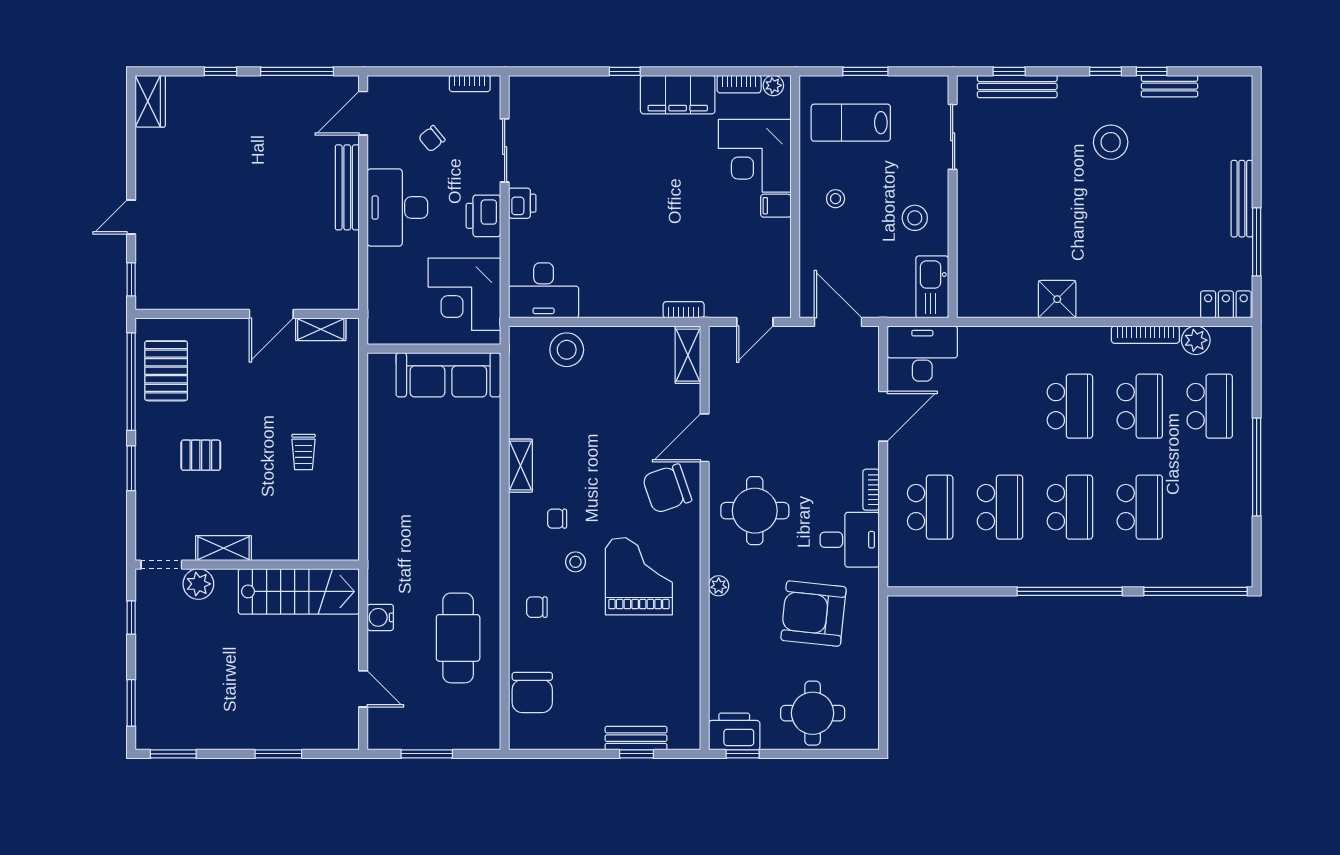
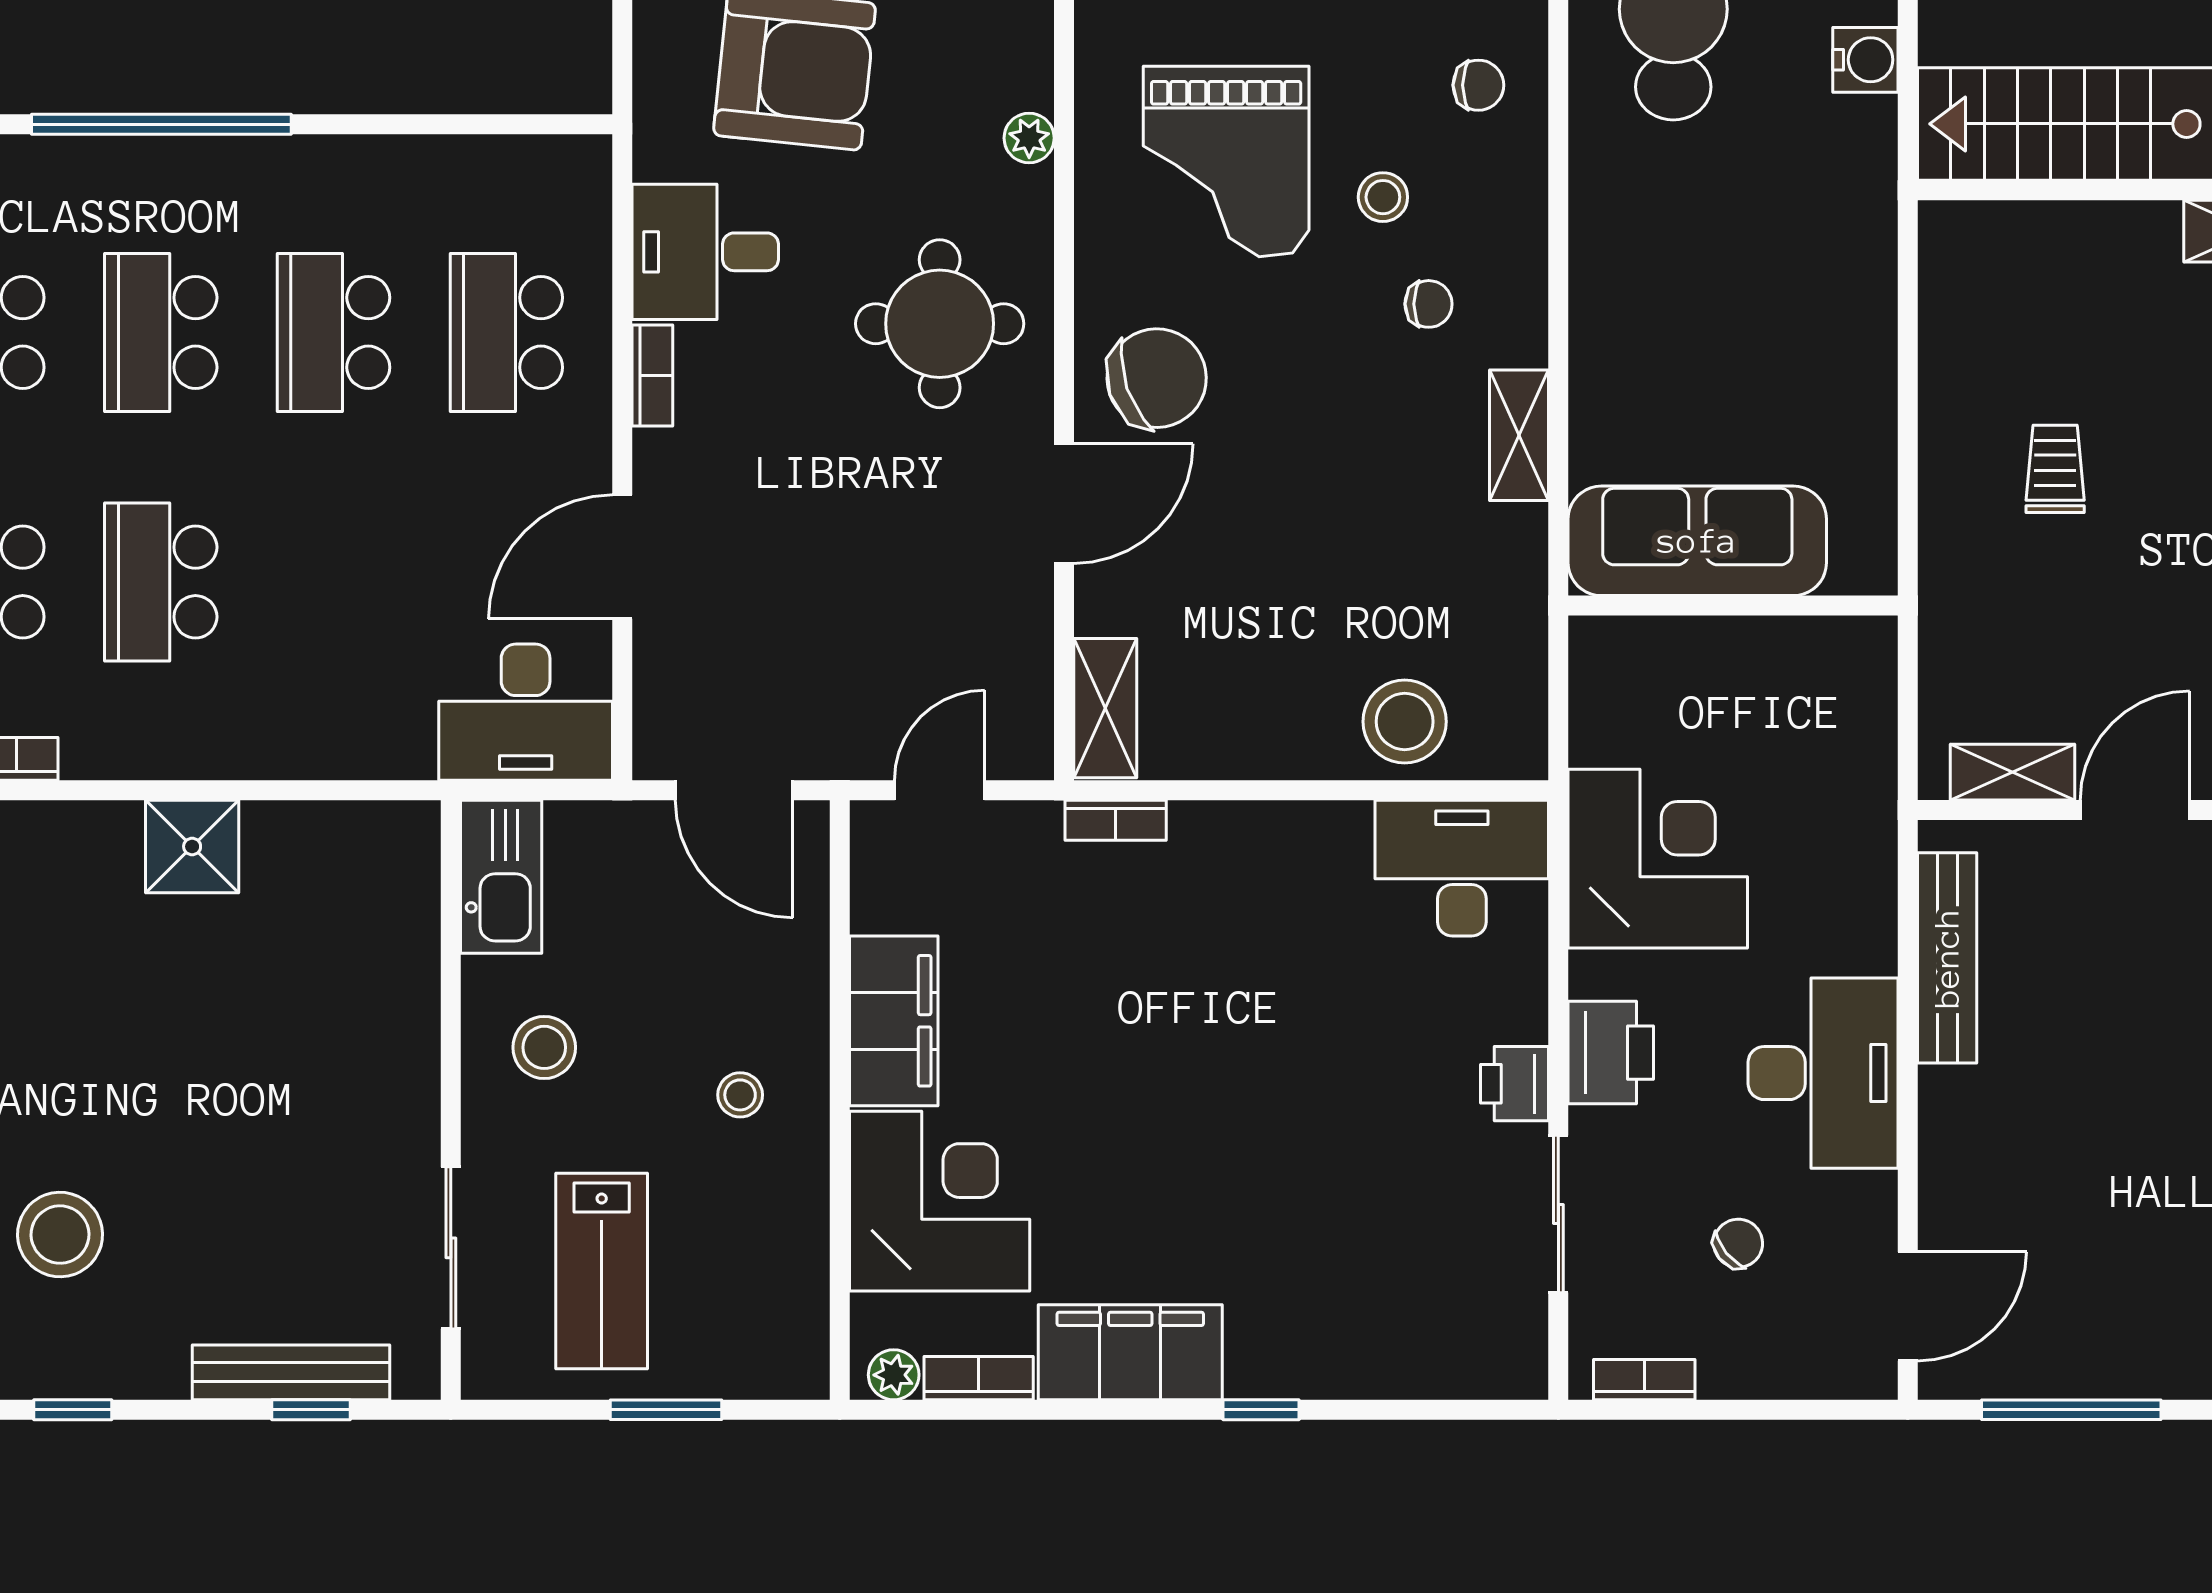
lab bench: (851, 123) -> (602, 1271), moved, turned 90
bench: (347, 187) -> (1947, 958), moved
filing cabinet: (776, 206) -> (894, 1021), width x3.00, depth x1.17
wall: (434, 349) -> (1733, 606), moved
sofa: (448, 375) -> (1697, 541), moved

